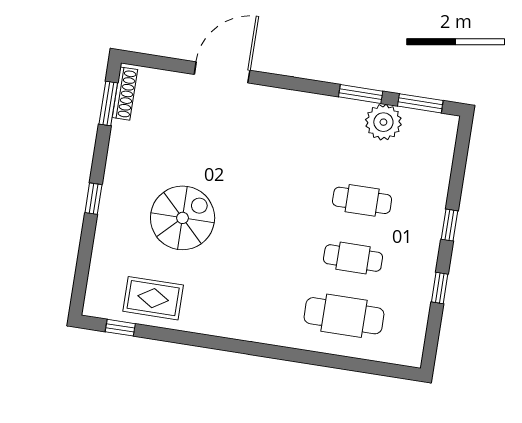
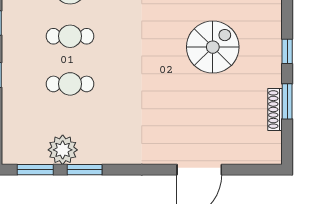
shoe rack: (125, 94) -> (275, 109), moved
window: (108, 104) -> (287, 101), moved
spiral stairs: (183, 218) -> (213, 47), turned 180

